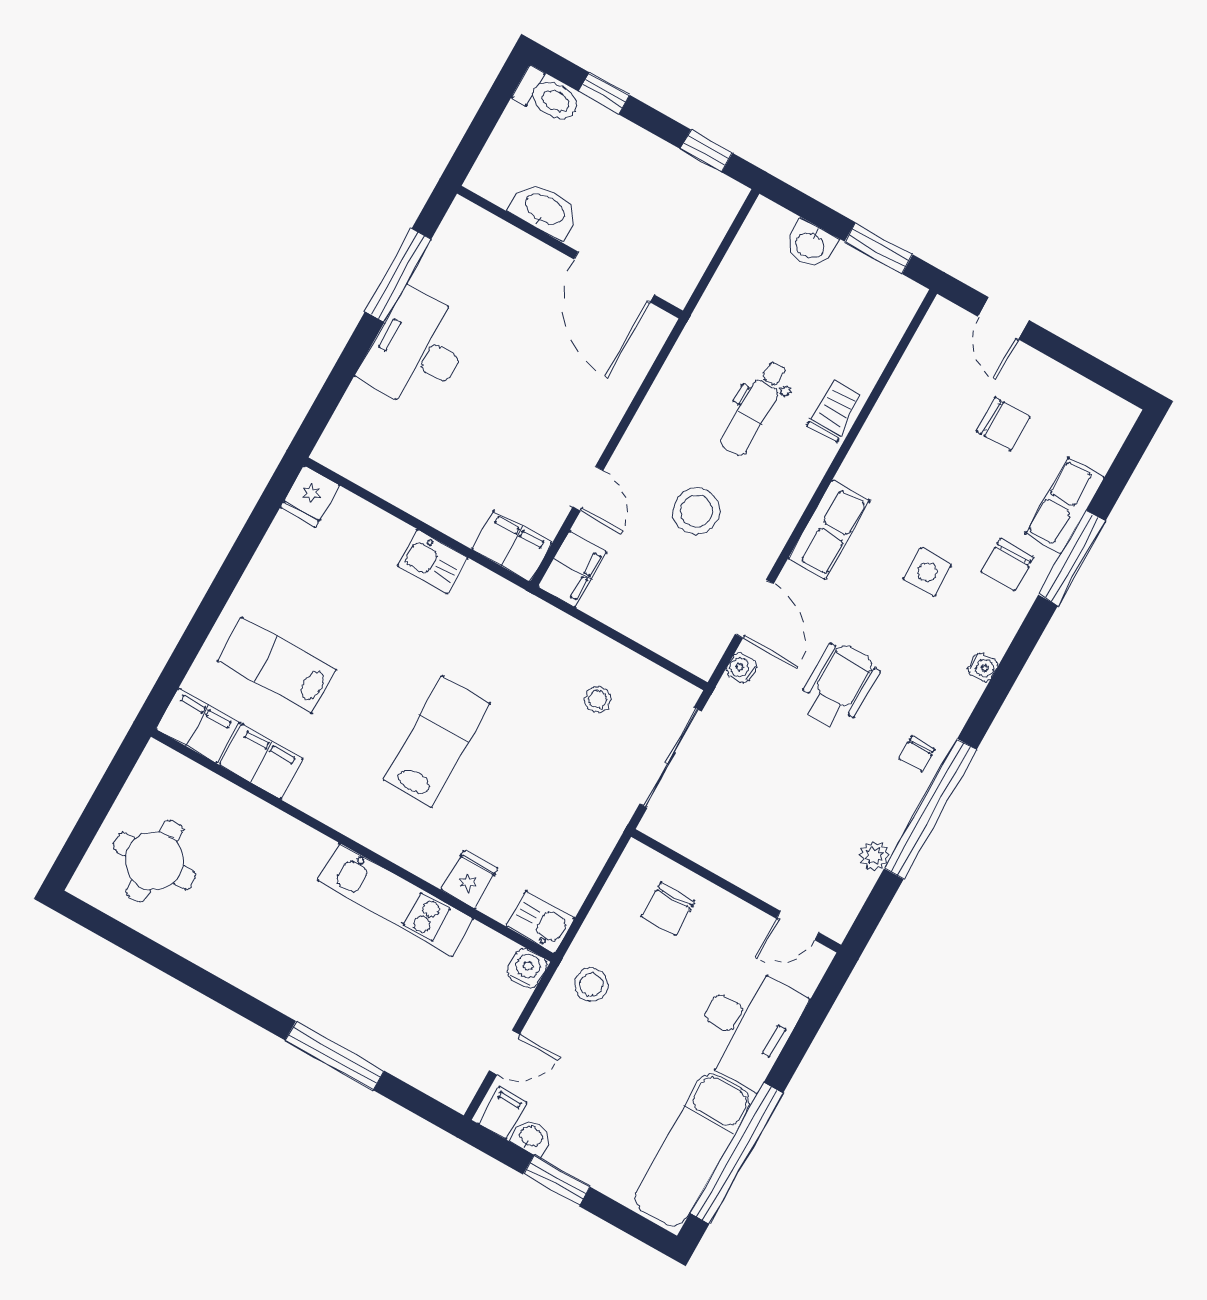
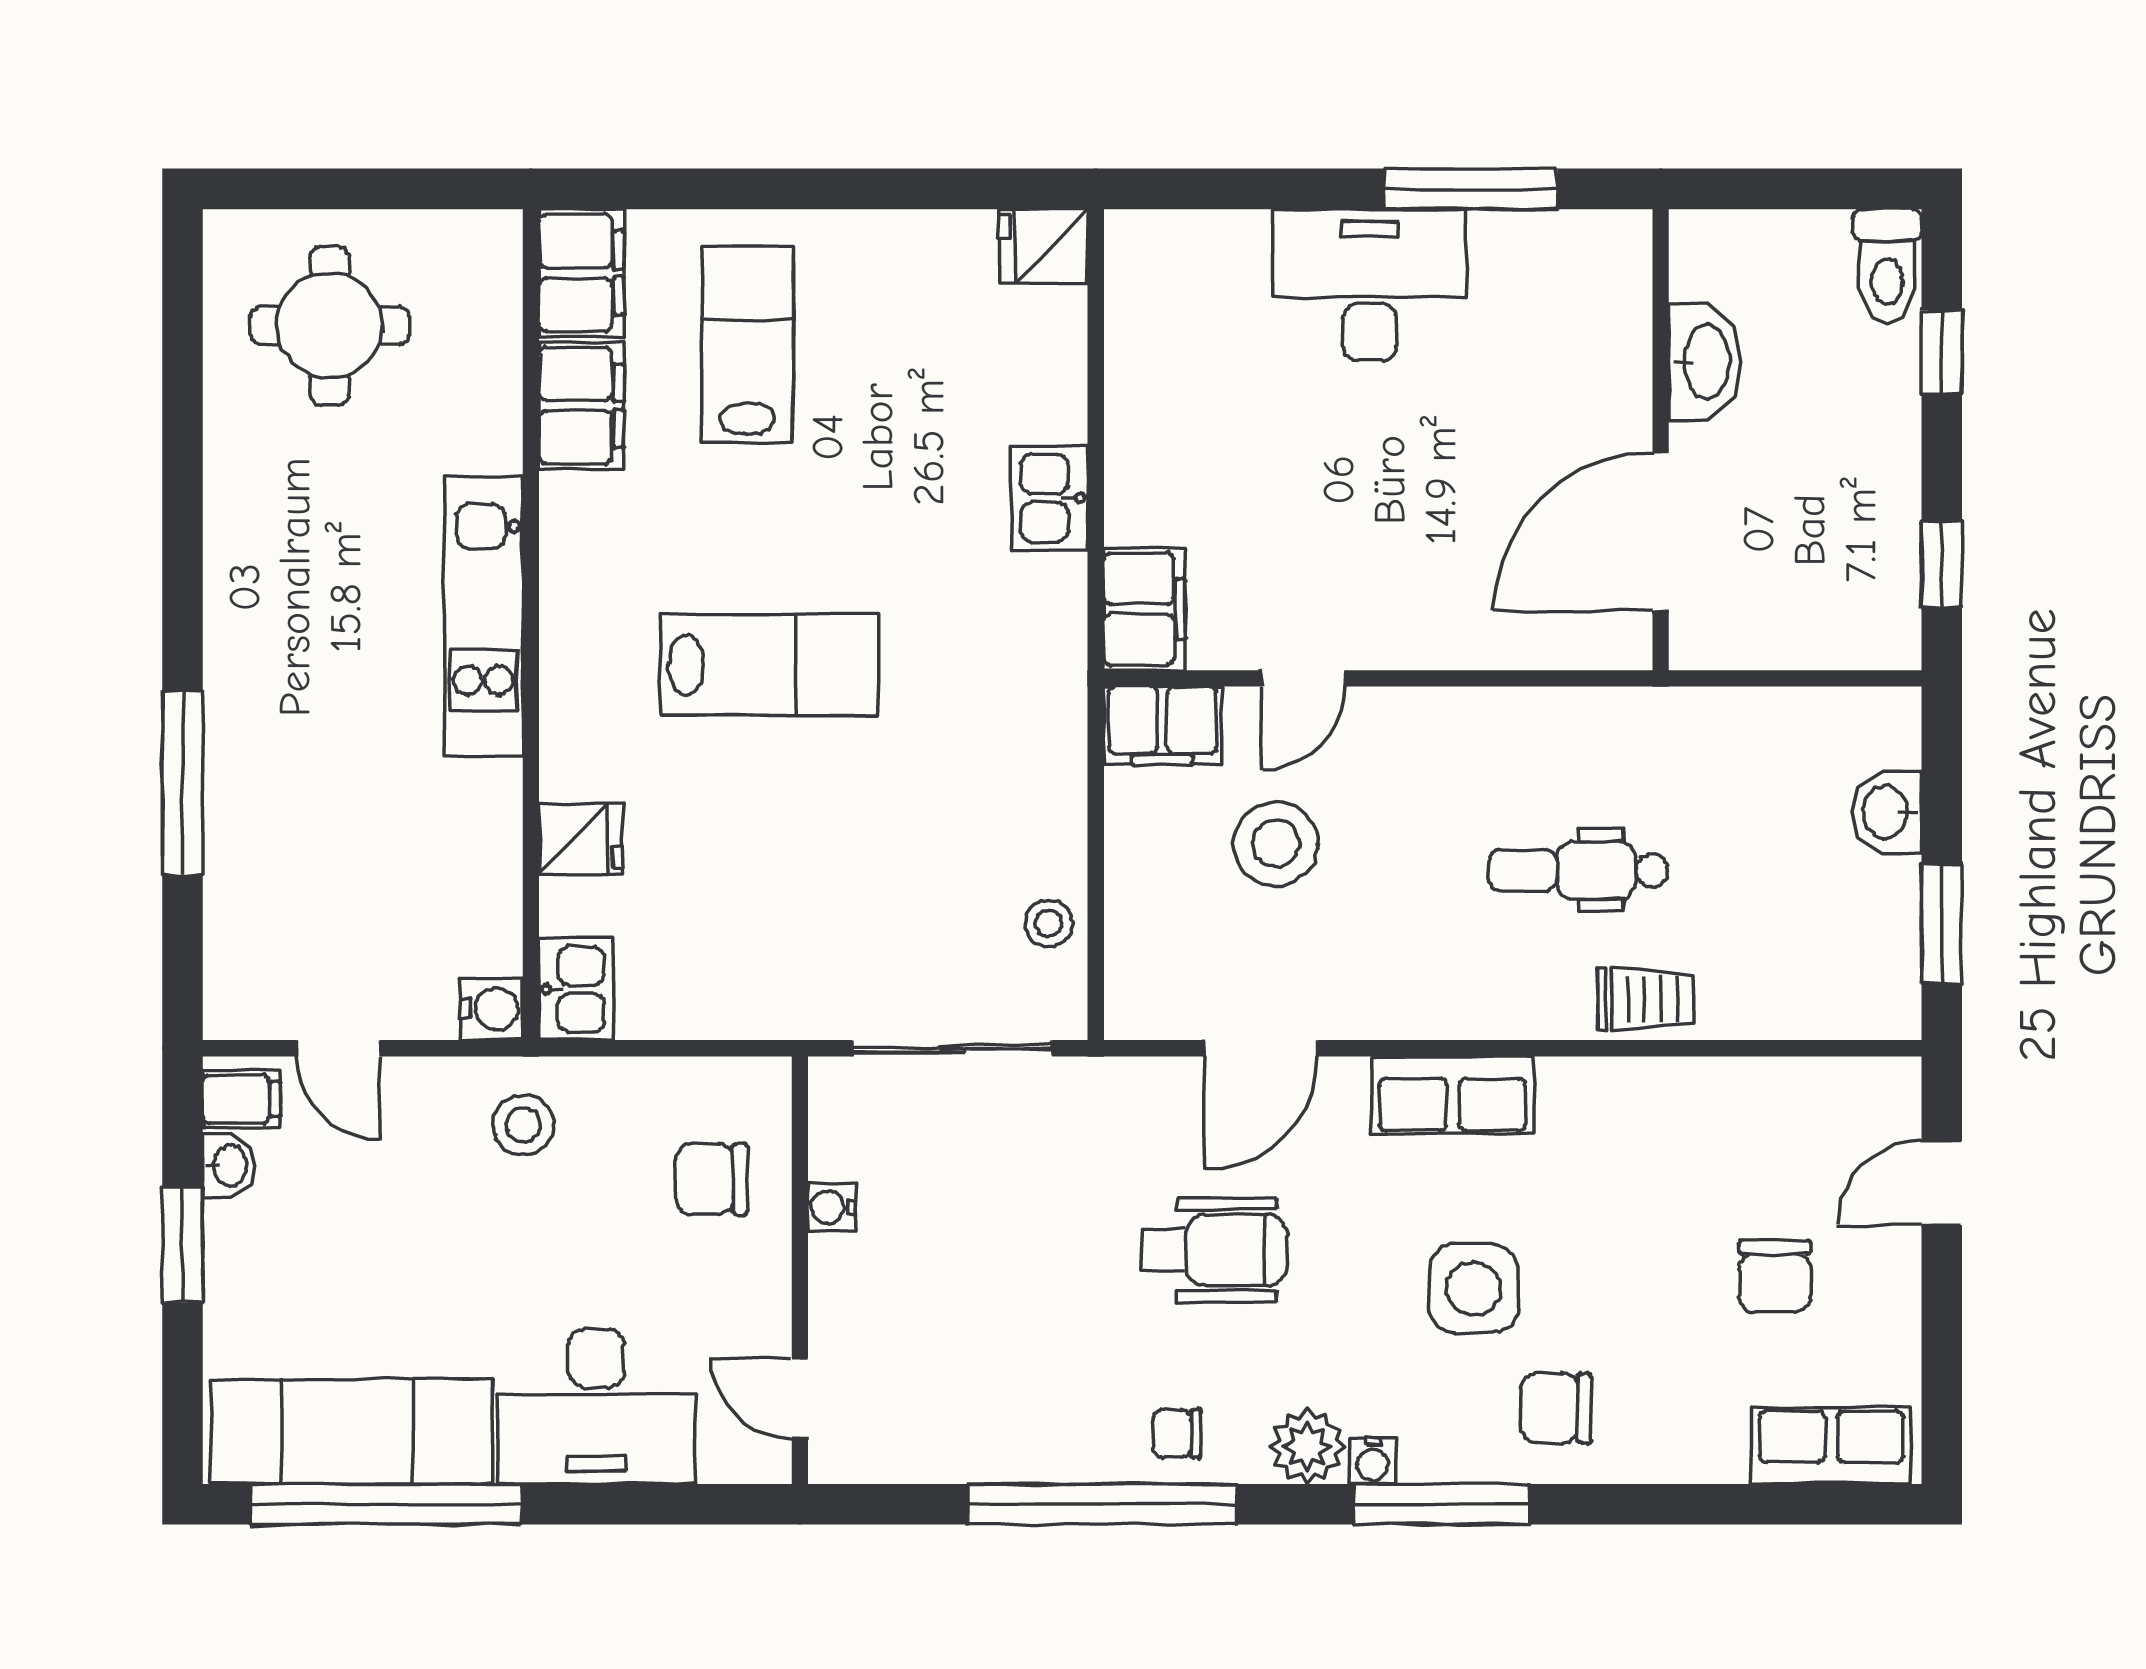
row of seats: (1065, 505) -> (1831, 1446), moved
stool: (696, 511) -> (1276, 844), moved
window: (1072, 558) -> (1442, 1504), moved
side table: (927, 572) -> (1474, 1289), width x1.37, depth x1.37
water cooler: (741, 668) -> (832, 1207), moved, turned -90
stool: (598, 699) -> (1049, 923), moved
plant: (874, 856) -> (1307, 1447), moved, width x1.38, depth x1.38
kitchen unit: (396, 899) -> (483, 616), moved

